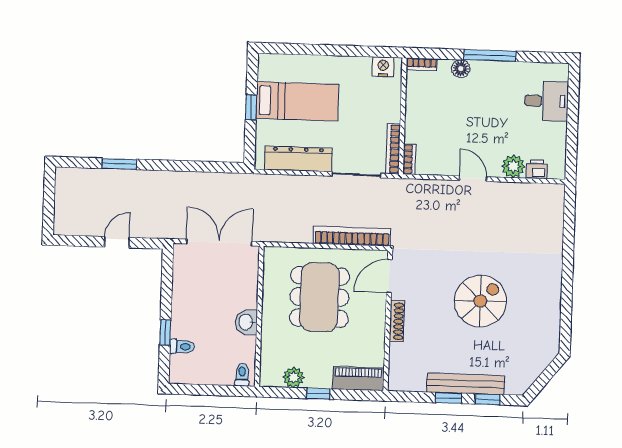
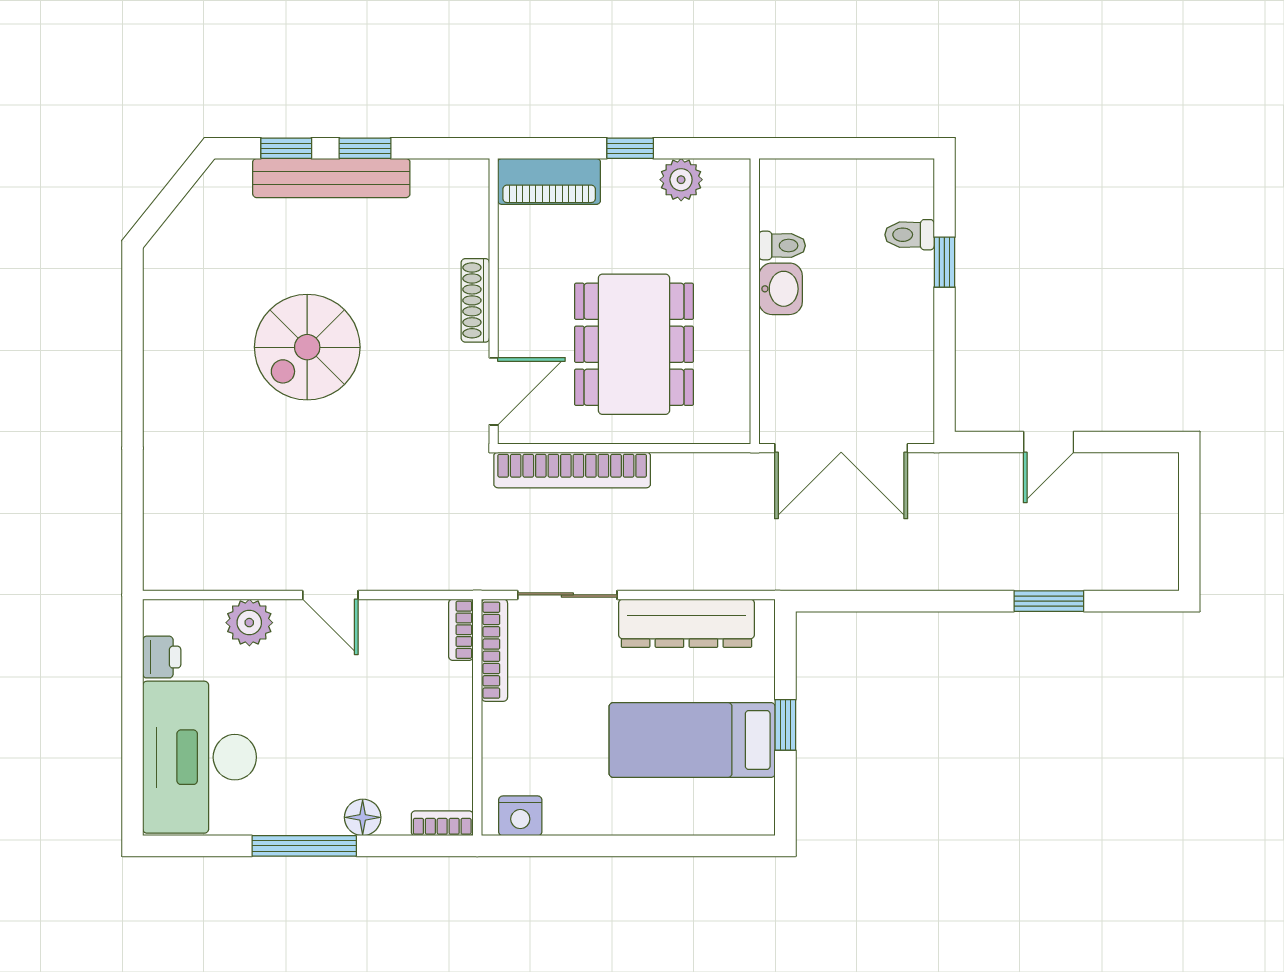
desk: (547, 101) -> (200, 757), width x1.87, depth x1.30
printer: (537, 169) -> (162, 657), moved, turned -90
toilet: (242, 375) -> (782, 246), moved, turned -90

